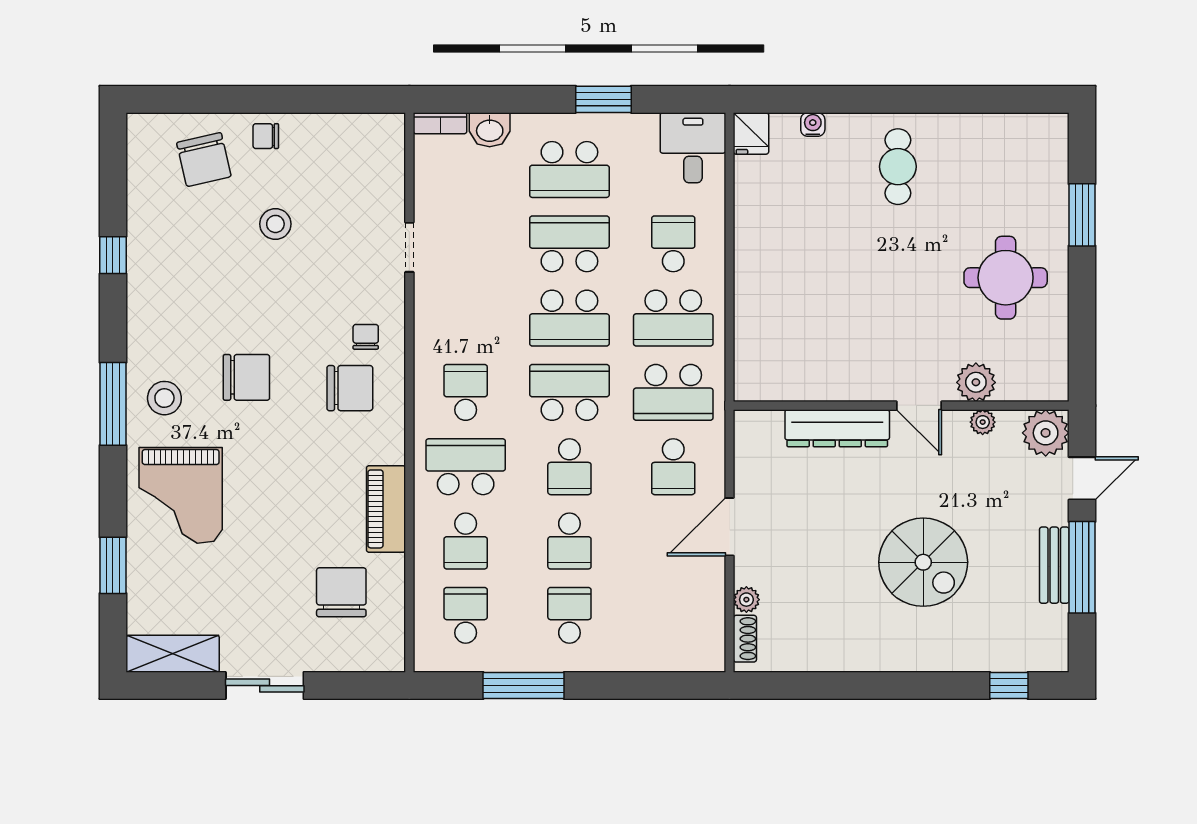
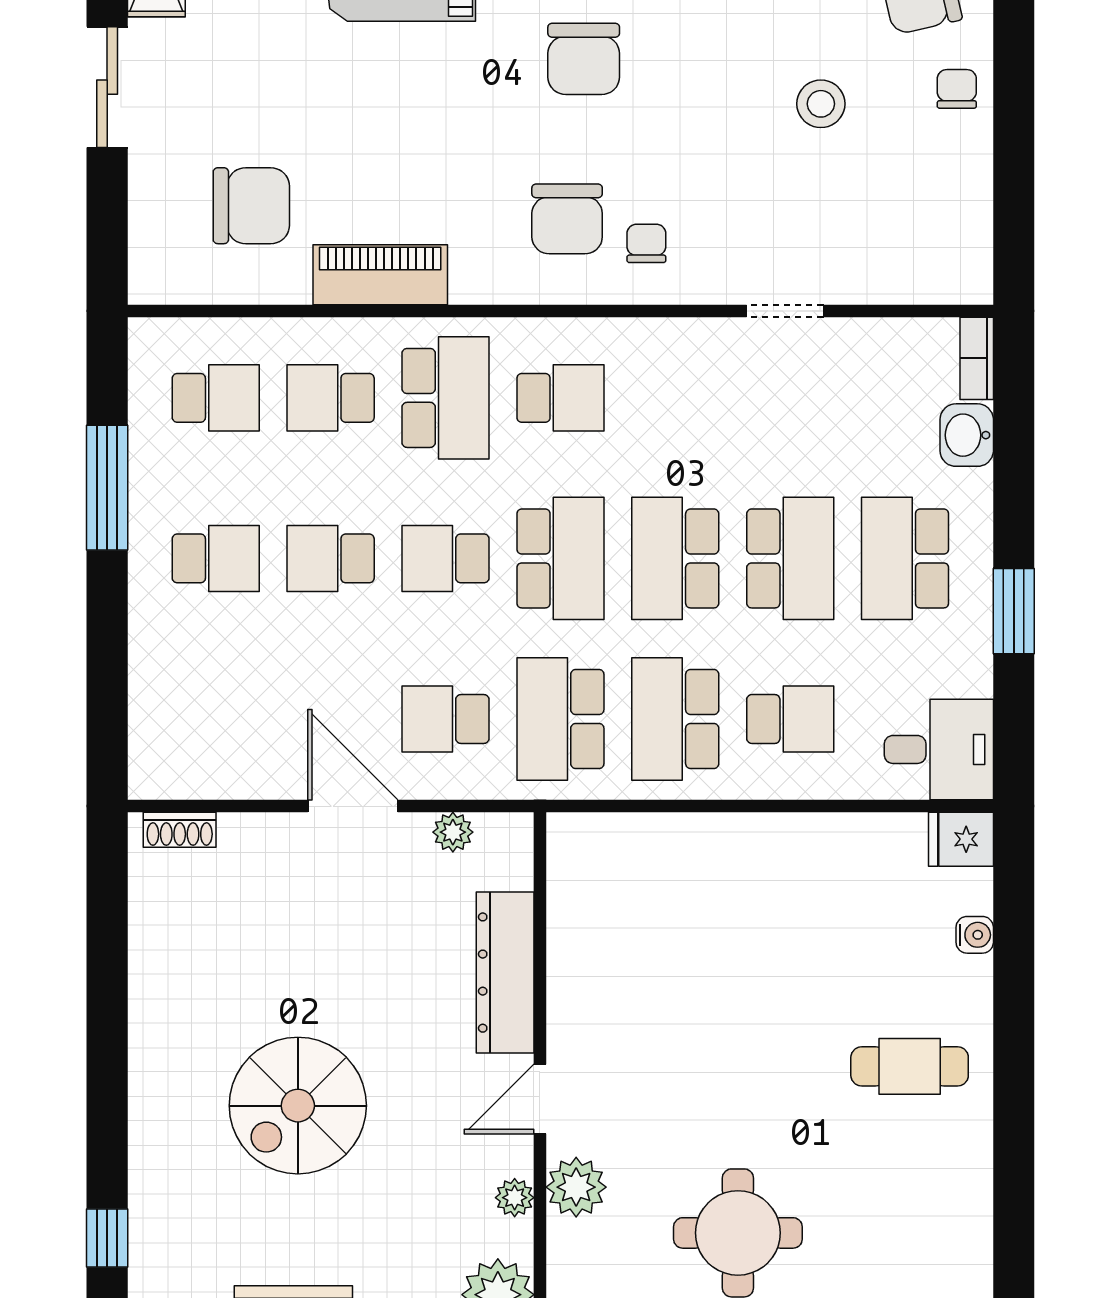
chair: (366, 337) -> (646, 243), turned -90
plant: (746, 600) -> (453, 832), moved

